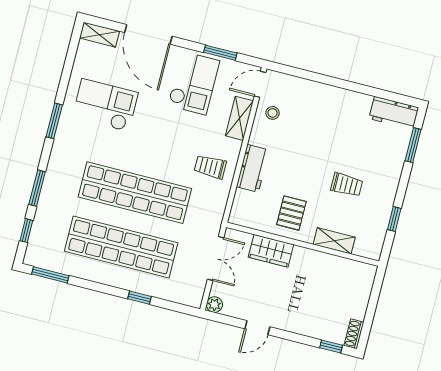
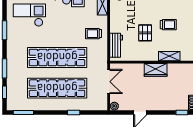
workbench: (253, 168) -> (116, 45), moved
pallet: (291, 213) -> (145, 33), moved
wardrobe: (271, 251) -> (156, 70), moved

